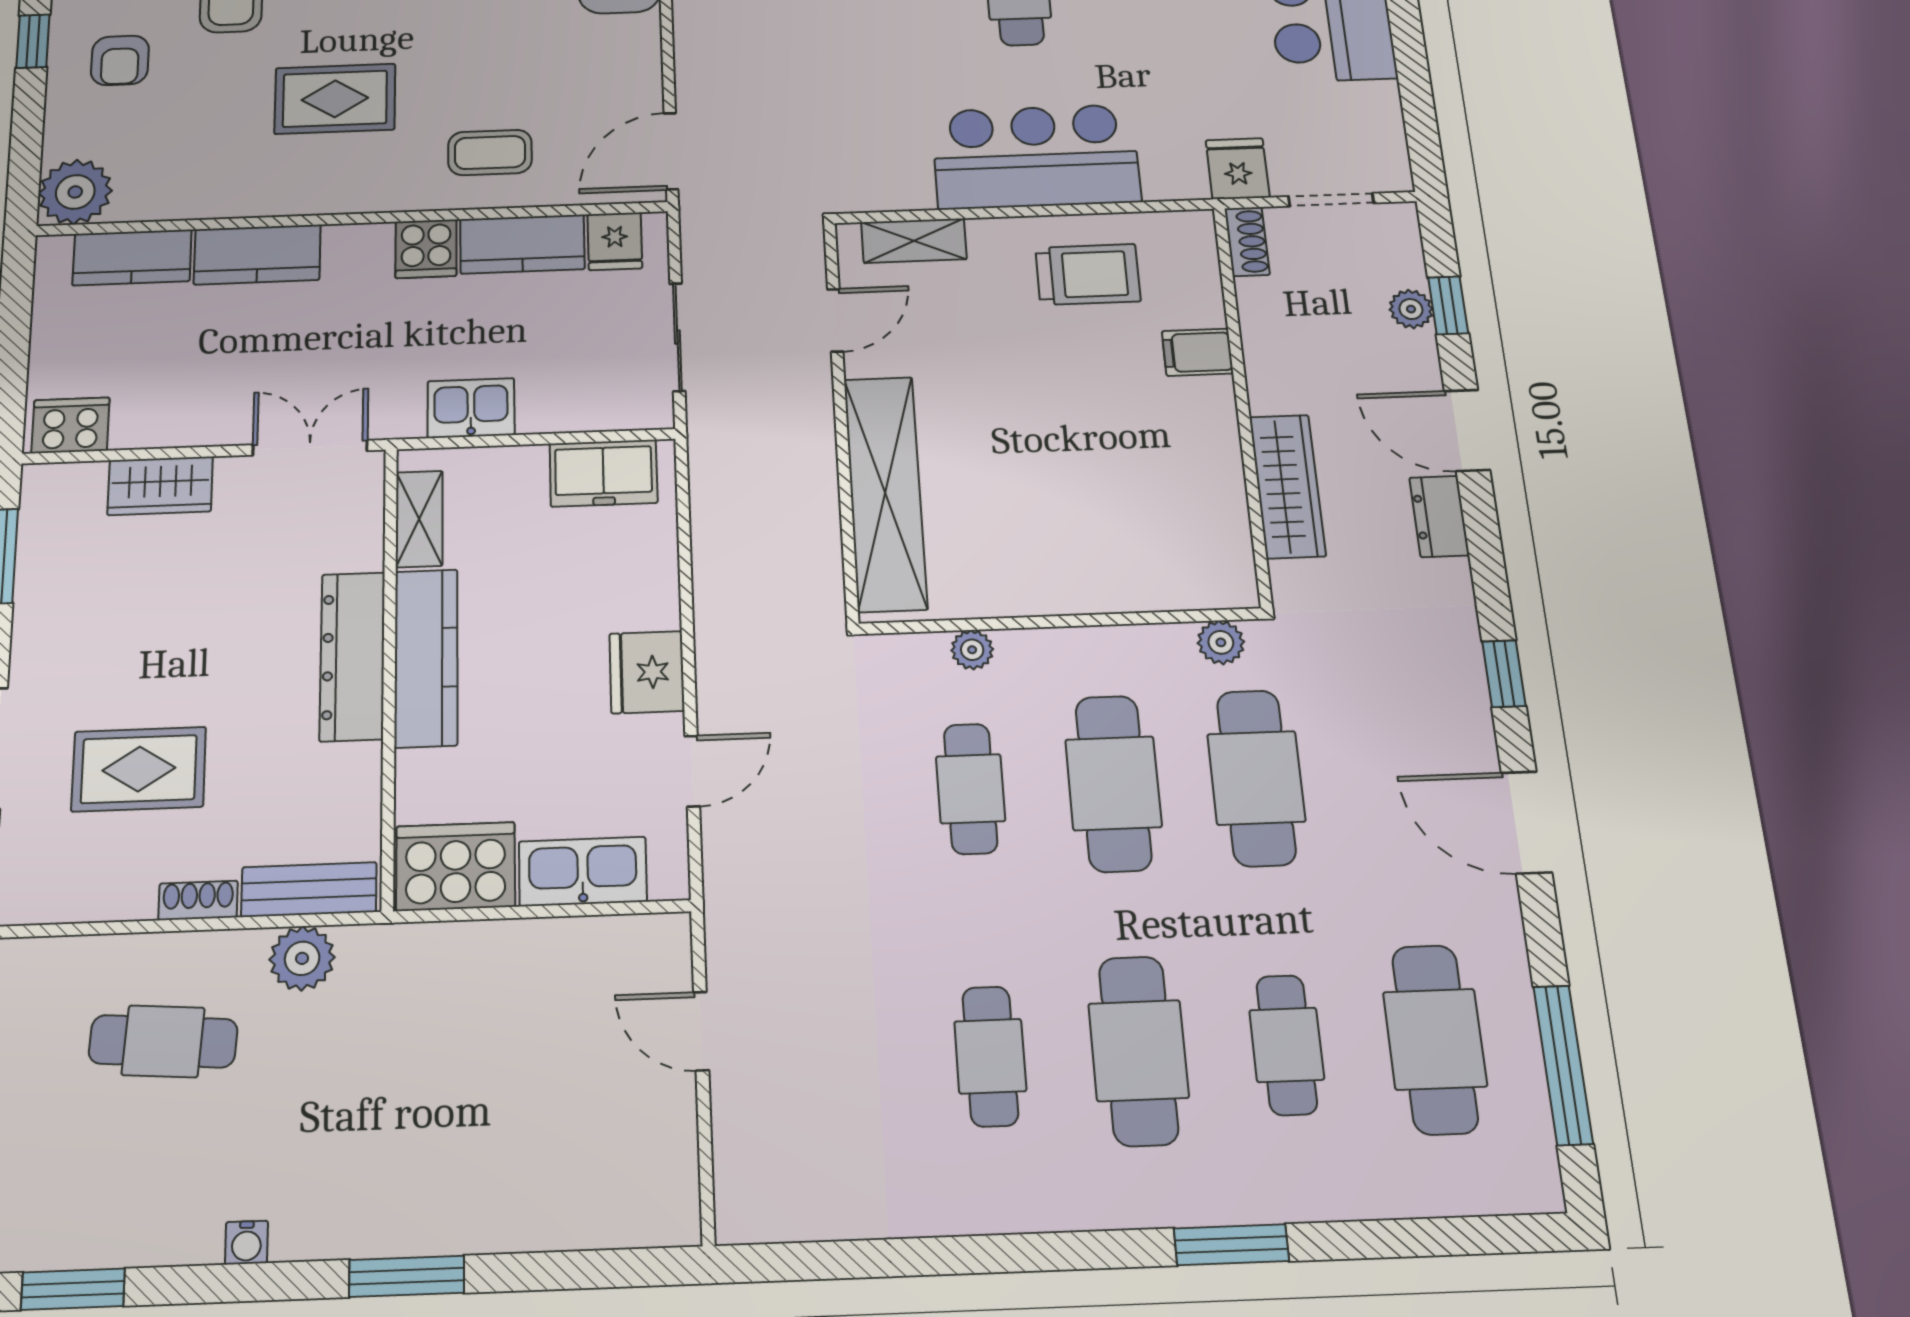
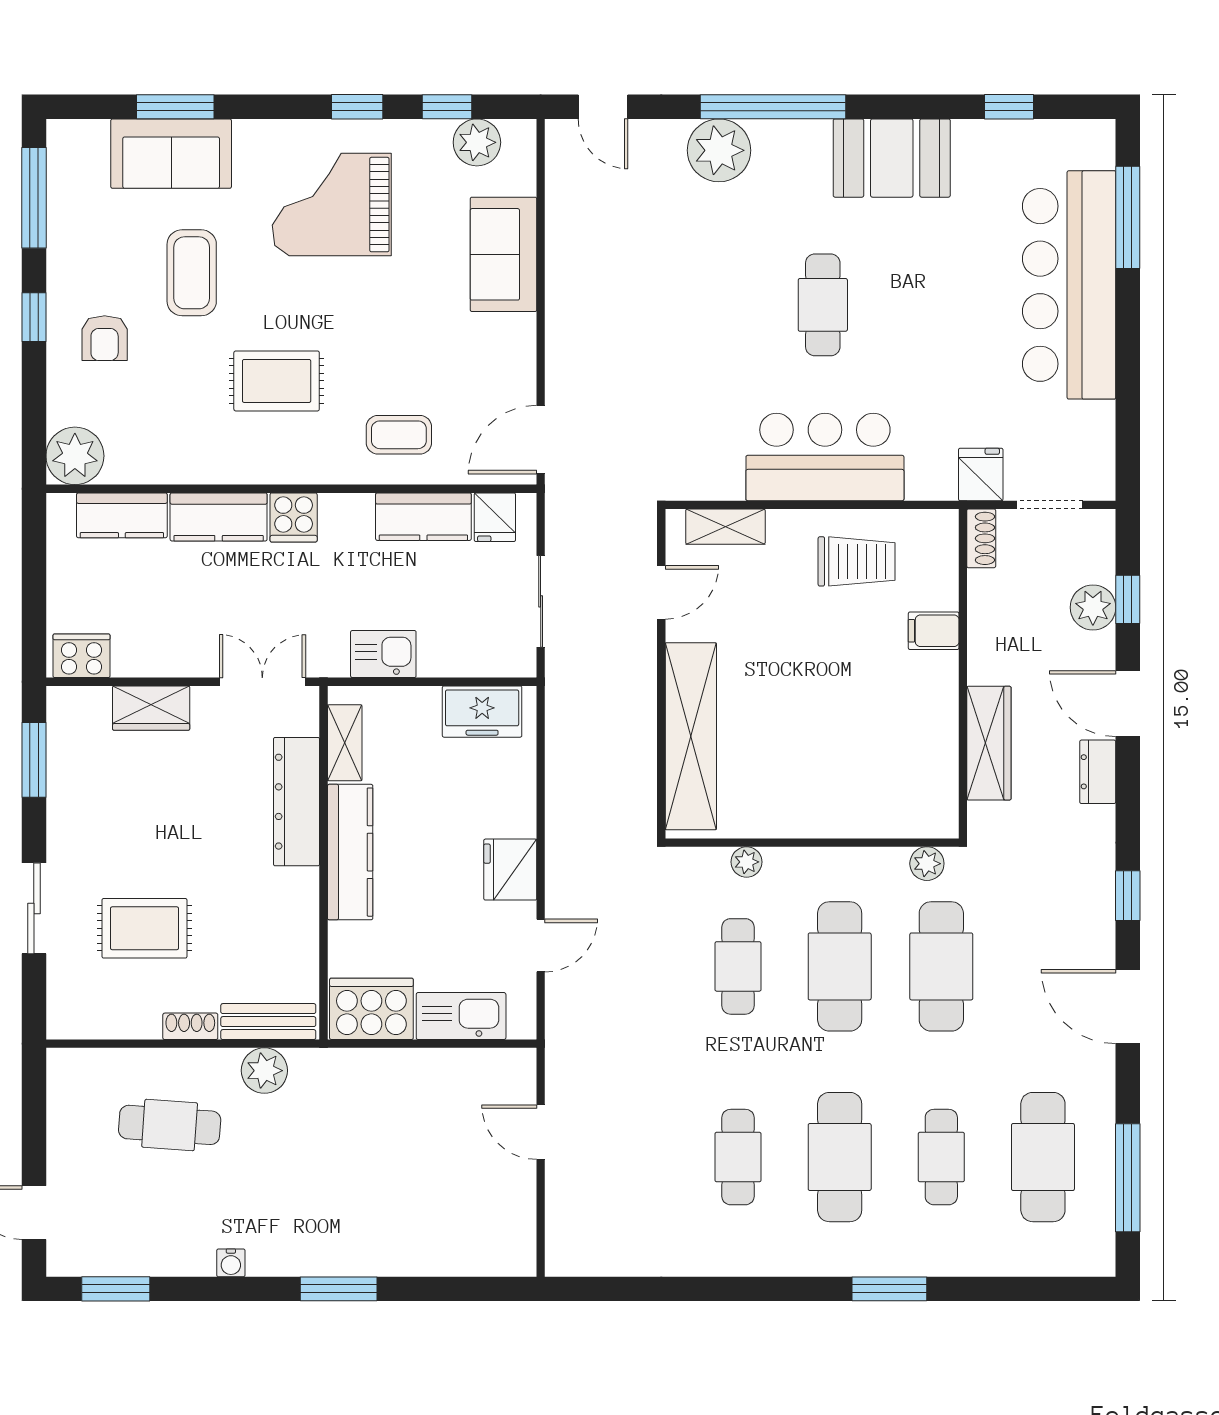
cooker: (426, 249) -> (294, 517), moved
plant: (1411, 309) -> (1093, 607), width x1.38, depth x1.38
dresser: (352, 656) -> (297, 802), moved

